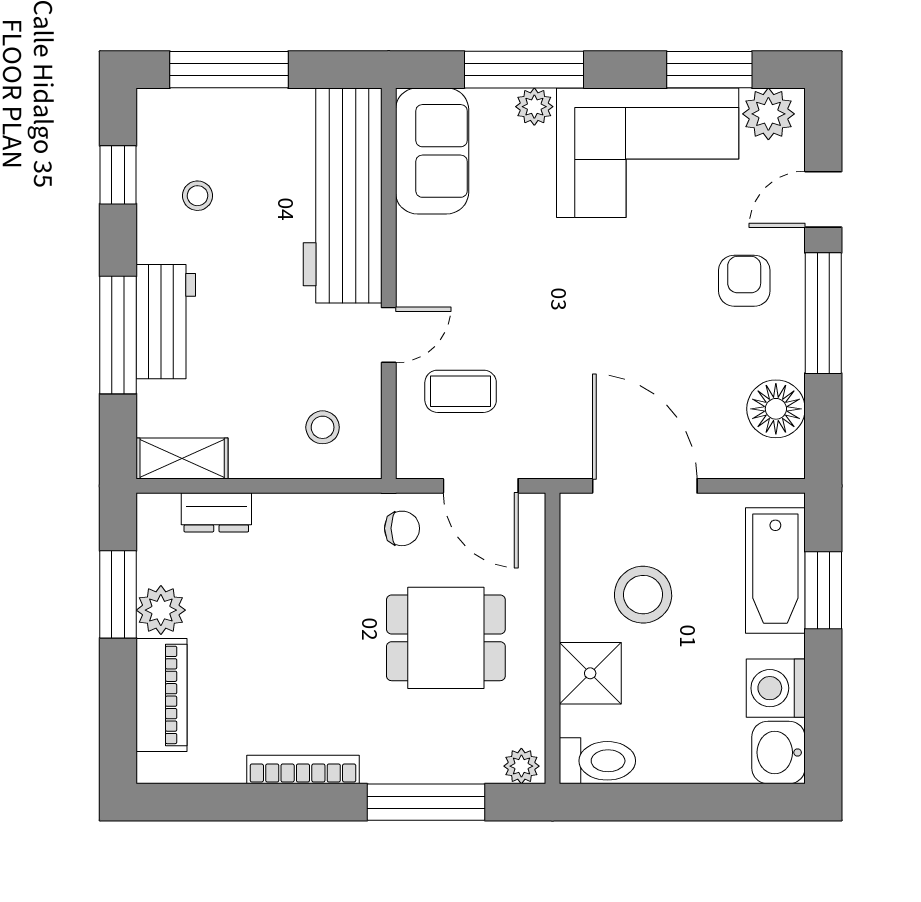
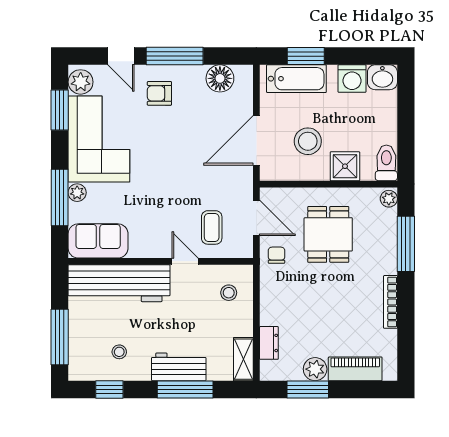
door: (481, 486) -> (256, 218), hinge flipped

